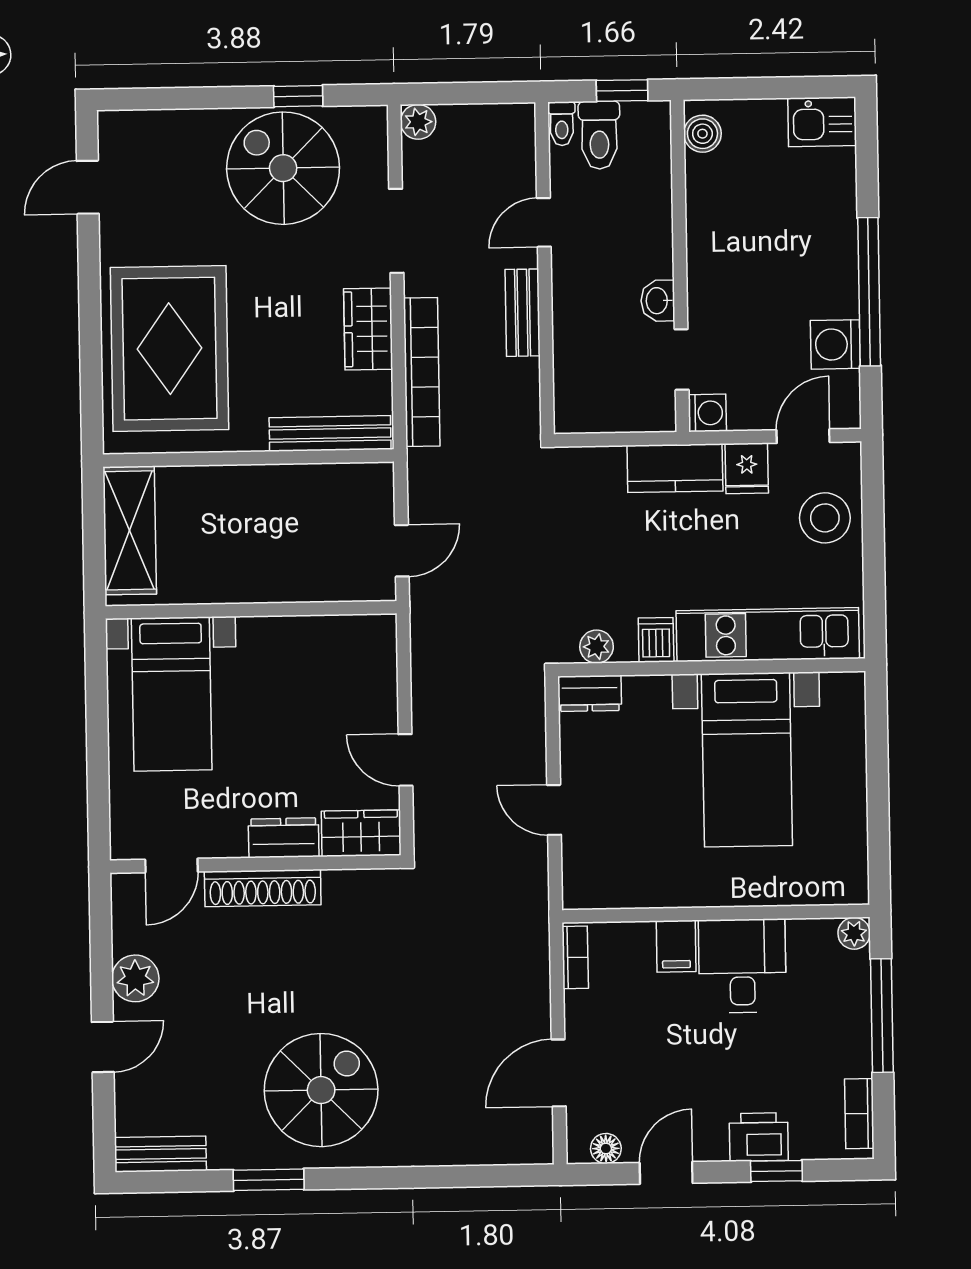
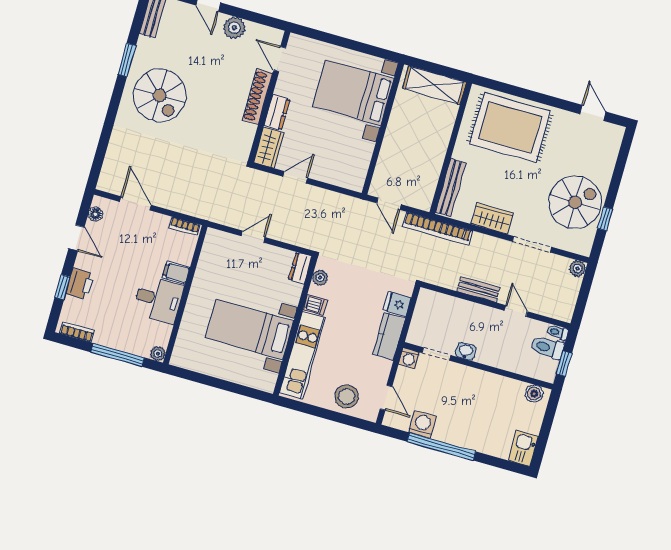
bookcase: (422, 372) -> (437, 229), moved
fridge: (747, 468) -> (397, 304), moved
bed with nightstands: (172, 694) -> (353, 93), width x1.36

